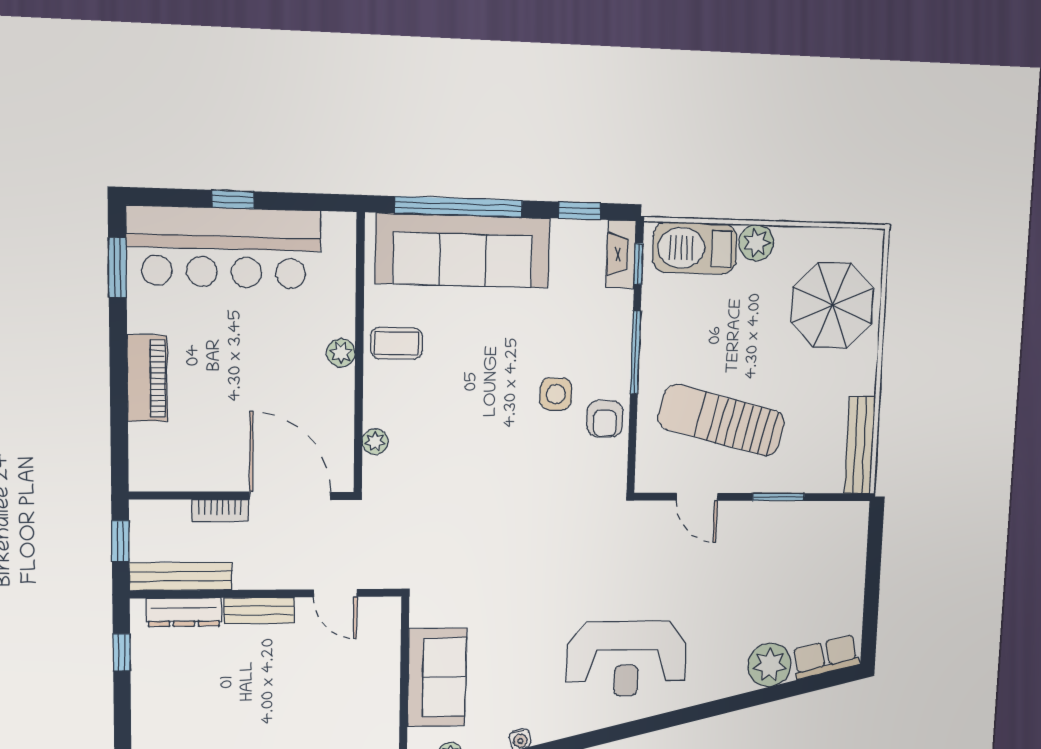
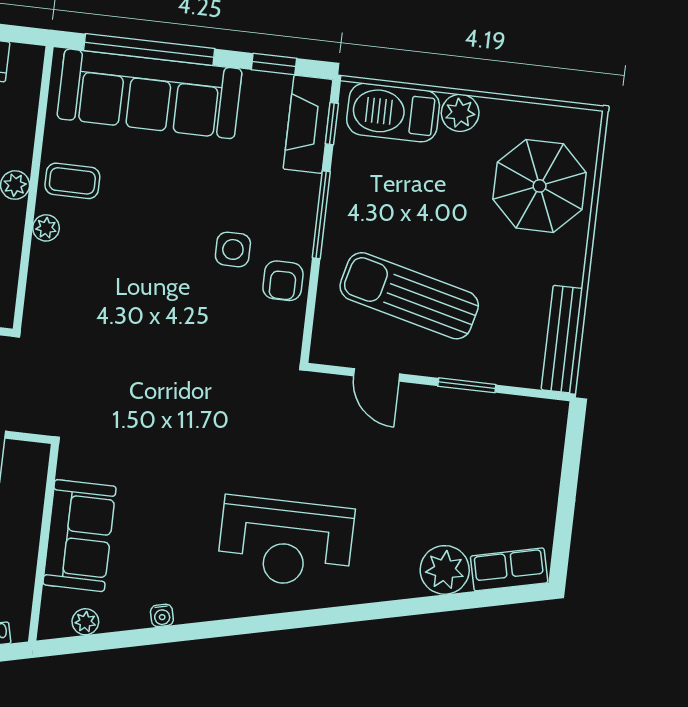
fireplace: (621, 254) -> (308, 124), width x1.37, depth x1.32
plant: (375, 442) -> (46, 228), moved

